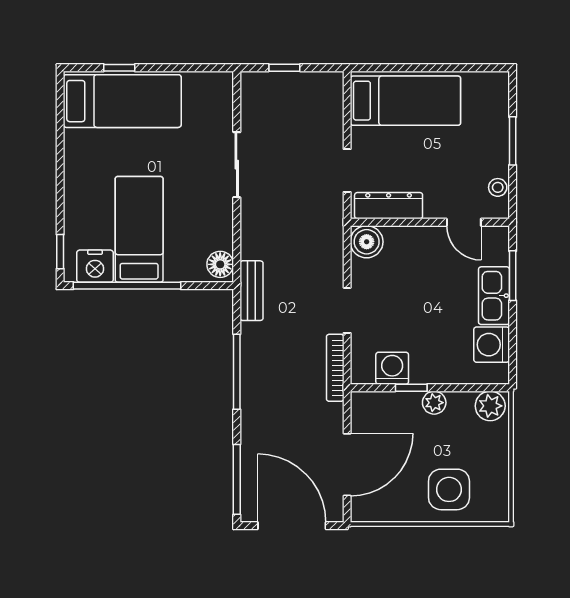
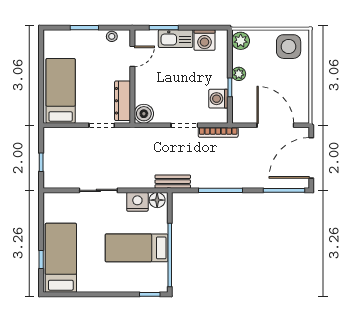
nightstand: (95, 266) -> (137, 202), moved, turned -90
side table: (449, 489) -> (289, 47), moved

